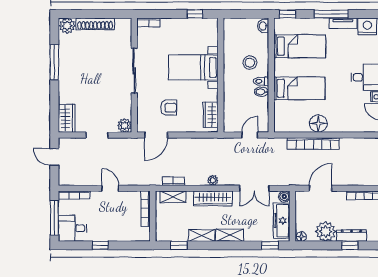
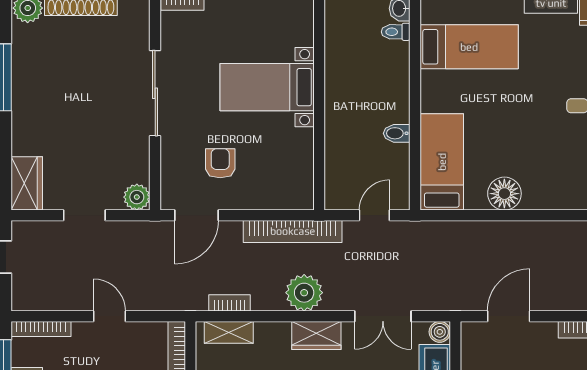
stool: (250, 63) -> (375, 78), removed
toilet: (261, 81) -> (396, 32), moved
bed: (299, 88) -> (442, 162), moved, turned -90
armchair: (169, 108) -> (220, 163), turned -90
wardrobe: (211, 115) -> (300, 177), removed
bookcase: (313, 144) -> (293, 231), moved
plant: (213, 180) -> (304, 293), width x1.88, depth x1.88
wardrobe: (213, 198) -> (316, 335), width x0.67

